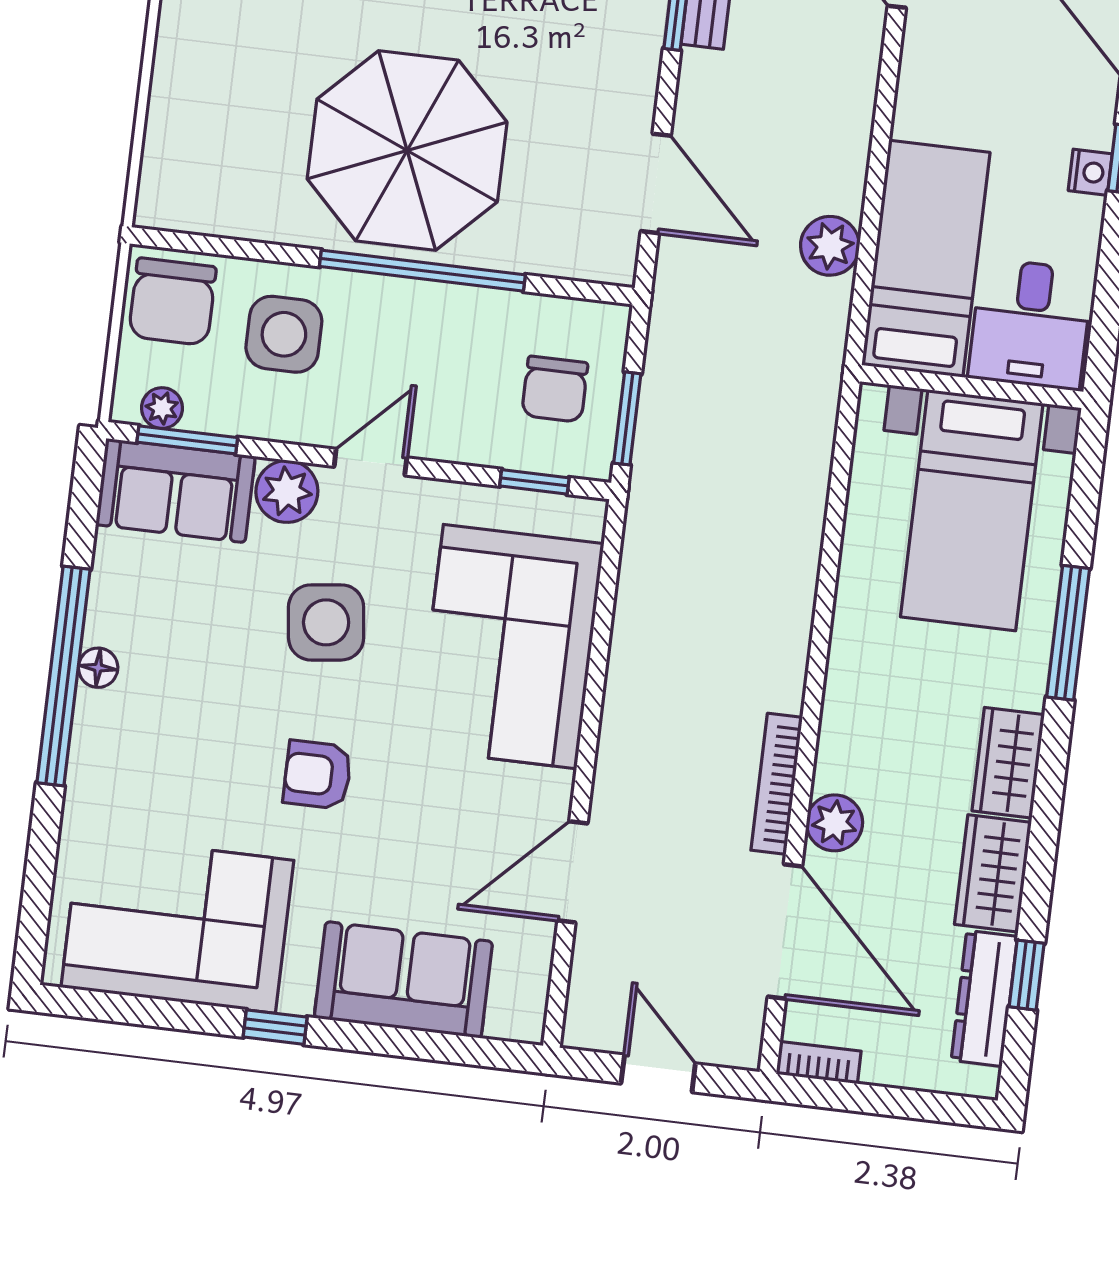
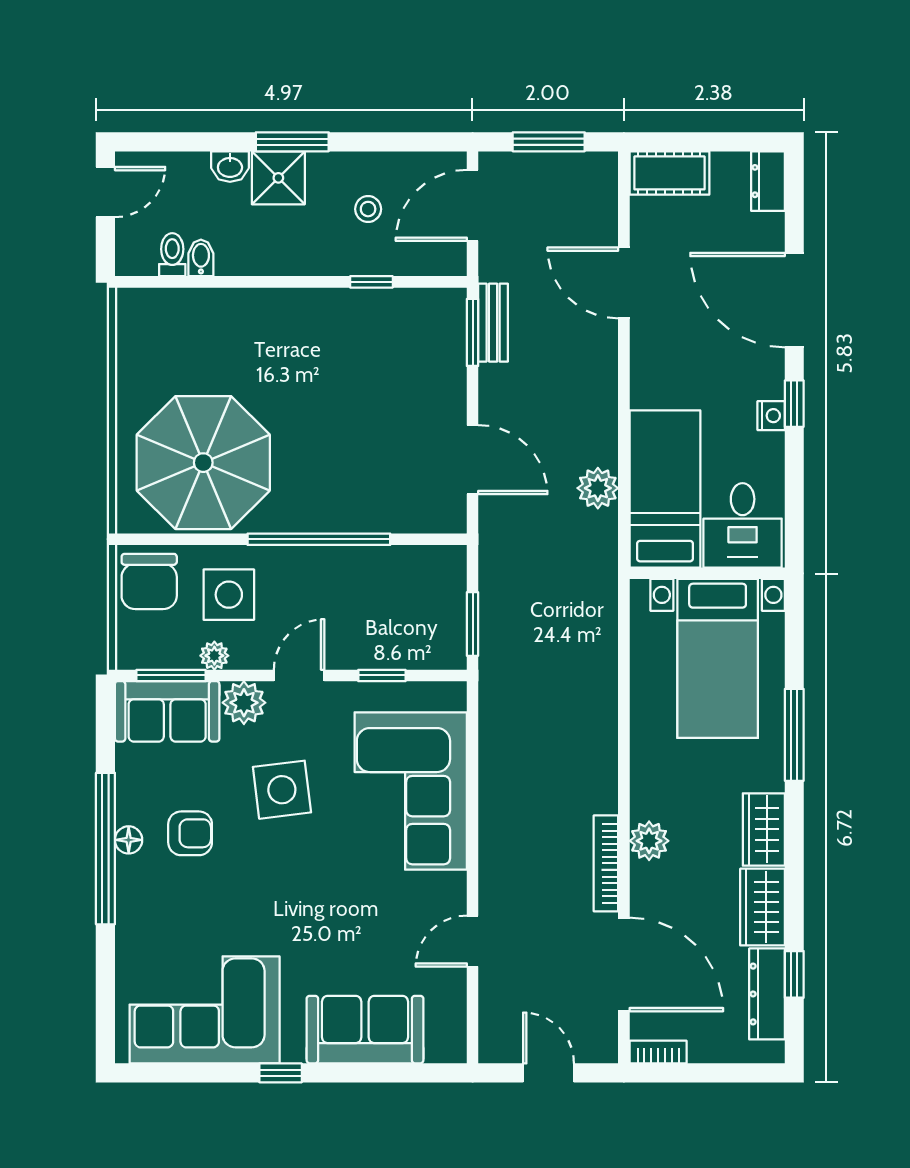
parasol: (407, 151) -> (203, 463), moved
chair: (555, 389) -> (420, 610), removed
plant: (162, 408) -> (214, 656), moved
window: (534, 482) -> (382, 675), moved
armchair: (317, 775) -> (190, 833), moved, turned 180
plant: (835, 823) -> (649, 841), moved
door: (572, 872) -> (473, 941), width x0.73

